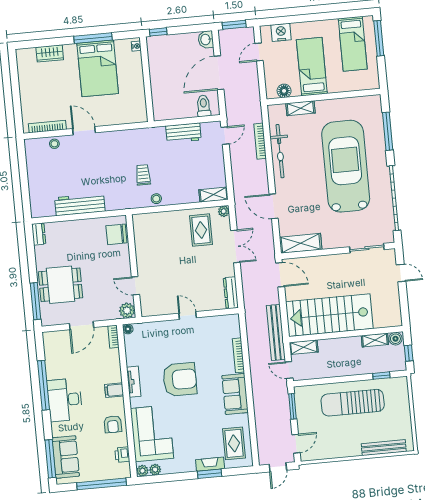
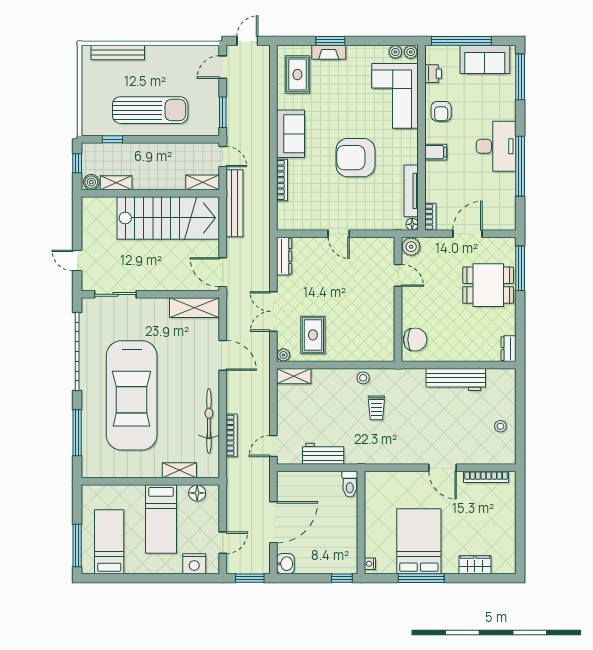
toilet: (204, 106) -> (350, 484), moved
stool: (54, 144) -> (500, 426), moved
tv unit: (134, 382) -> (411, 191), moved, width x1.41
armchair: (113, 424) -> (441, 111), turned 180
sofa: (66, 457) -> (485, 59), moved, turned -90

